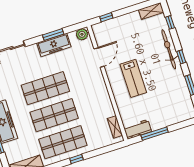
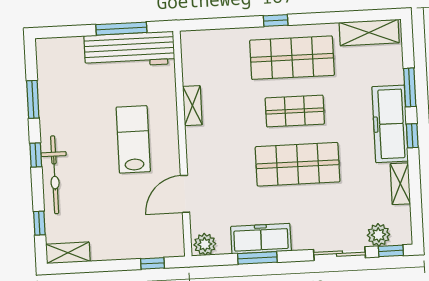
shop shelf: (54, 115) -> (295, 111), width x0.70, depth x0.74
shelving: (115, 127) -> (192, 106), moved
workbench: (138, 129) -> (129, 50), width x1.88, depth x1.32

